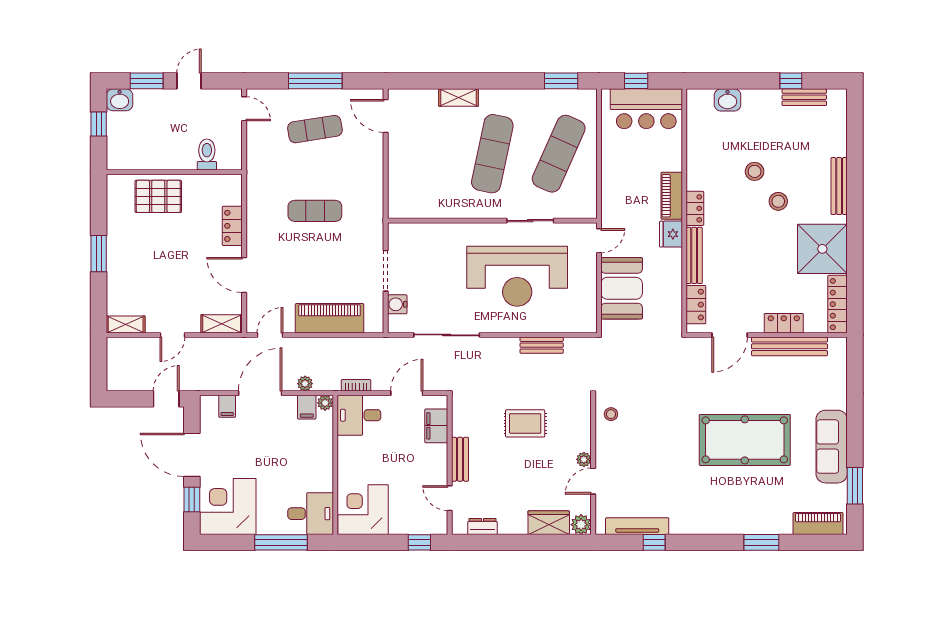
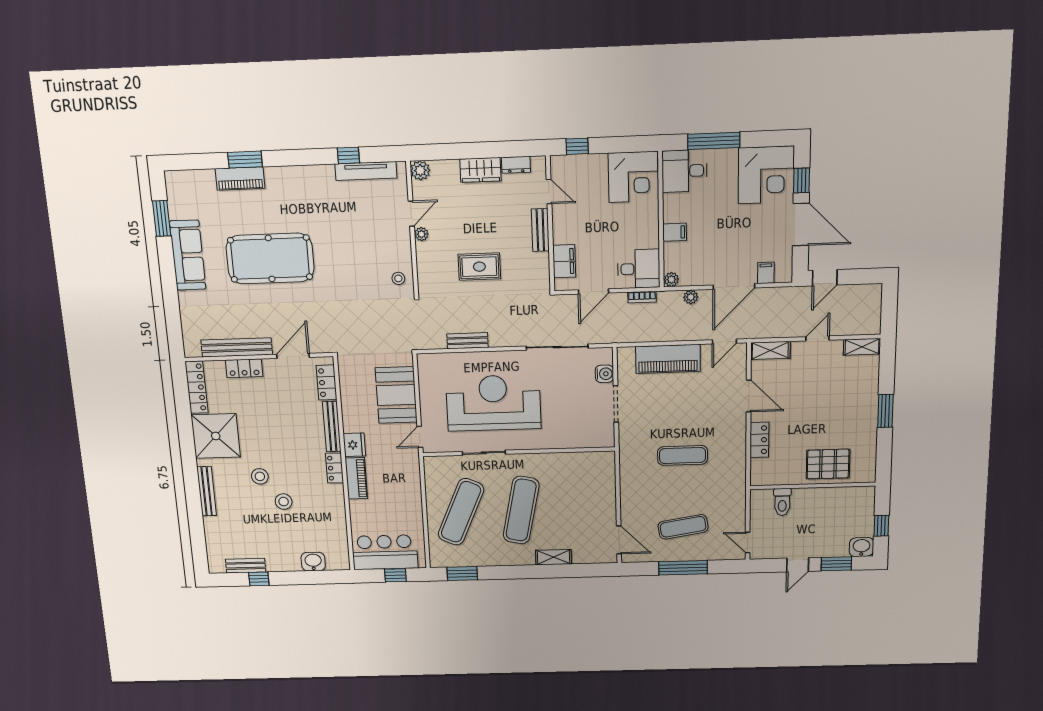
filing cabinet: (307, 407) -> (675, 232), moved, turned 90
wardrobe: (549, 523) -> (480, 170), moved
piano: (818, 524) -> (240, 178), moved

